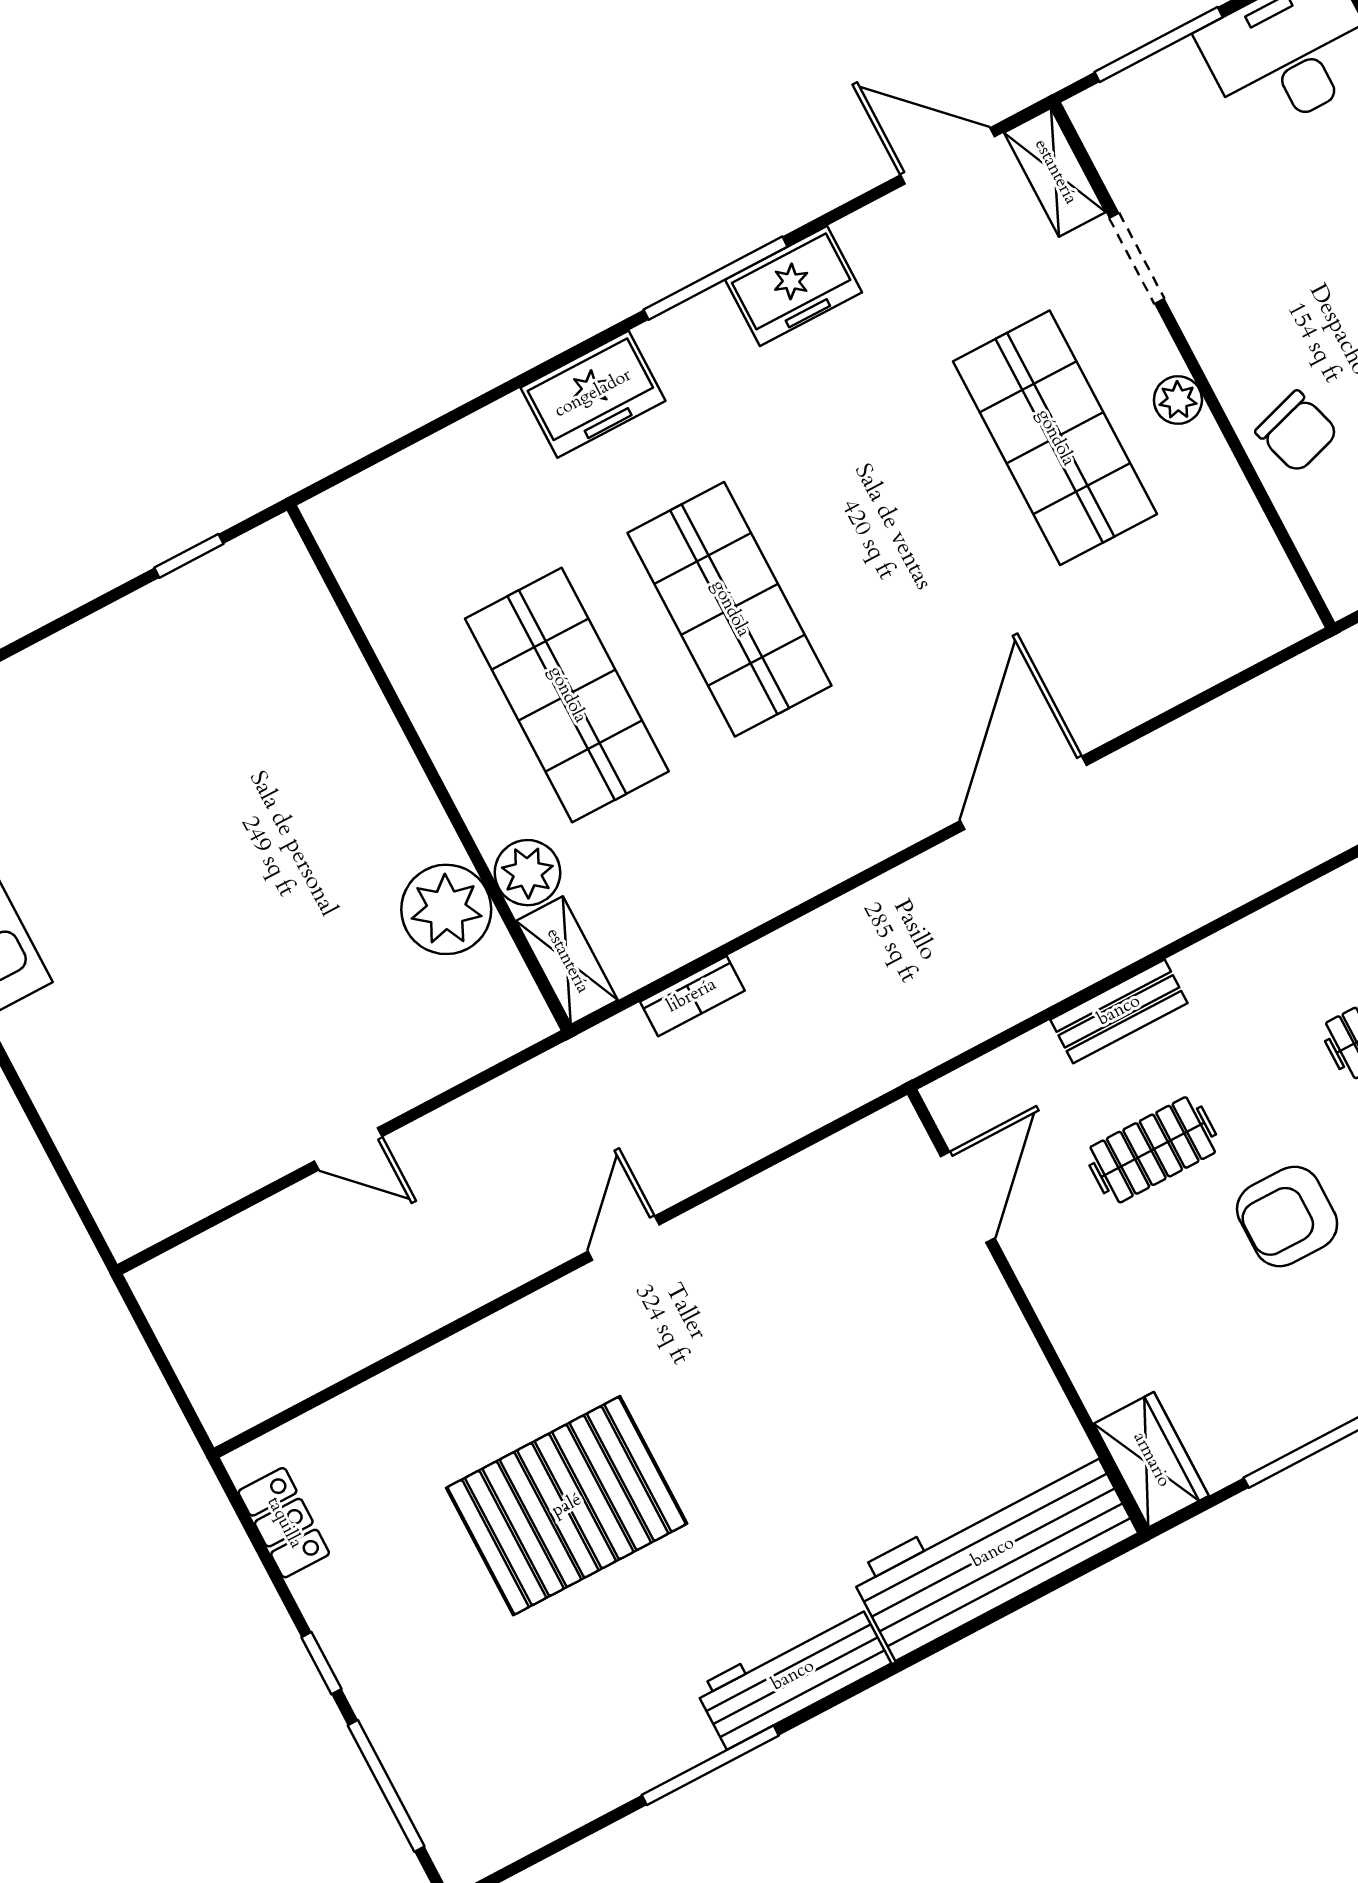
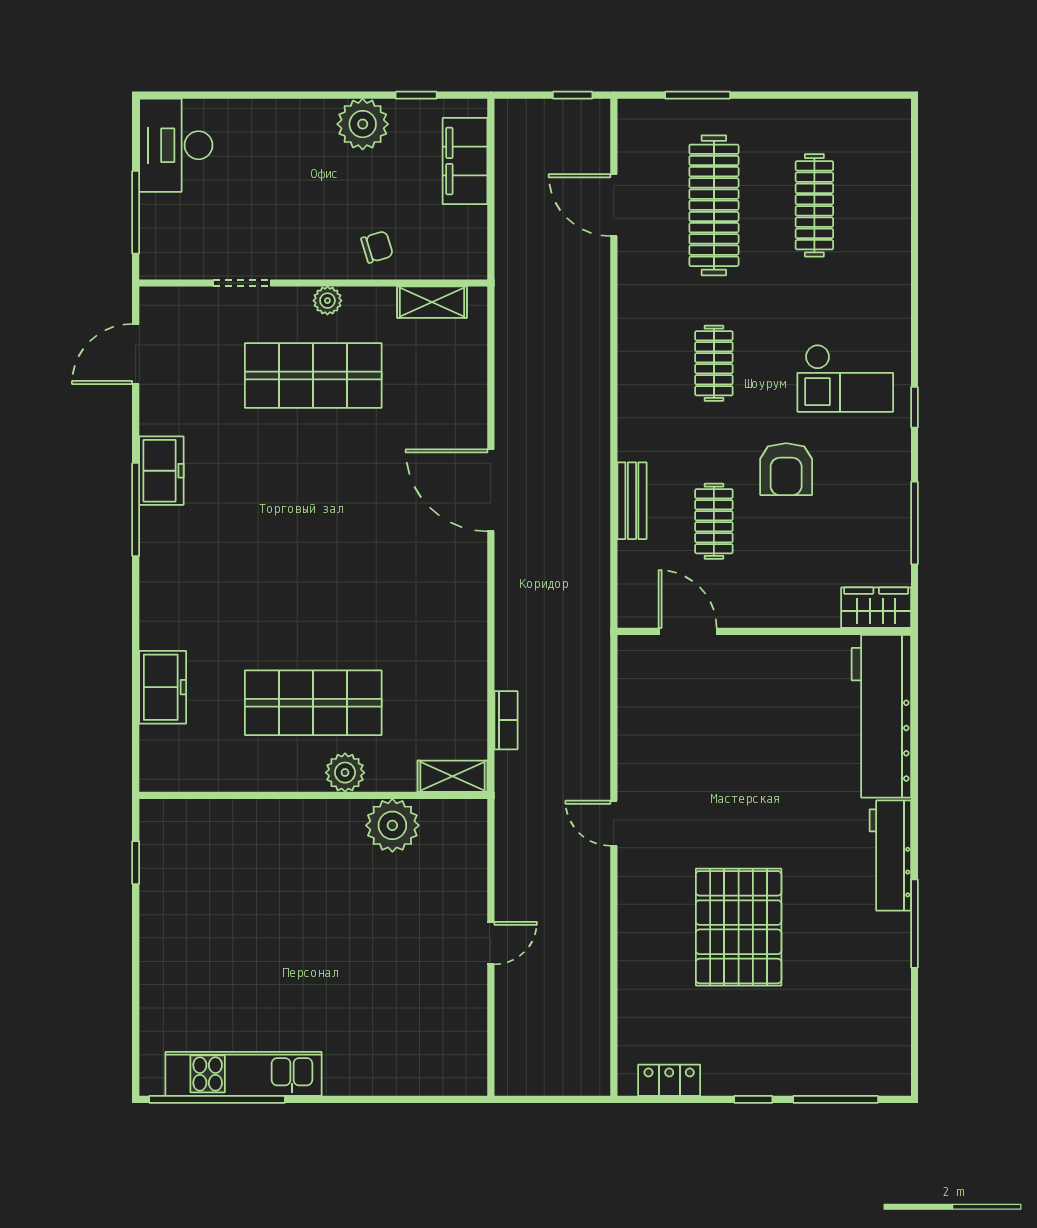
shelving: (1055, 172) -> (432, 302), moved
freezer: (593, 394) -> (163, 687), moved
chair: (1297, 432) -> (377, 247), width x0.73, depth x0.73
shop shelf: (730, 609) -> (313, 594), removed
plant: (528, 873) -> (345, 773), moved

